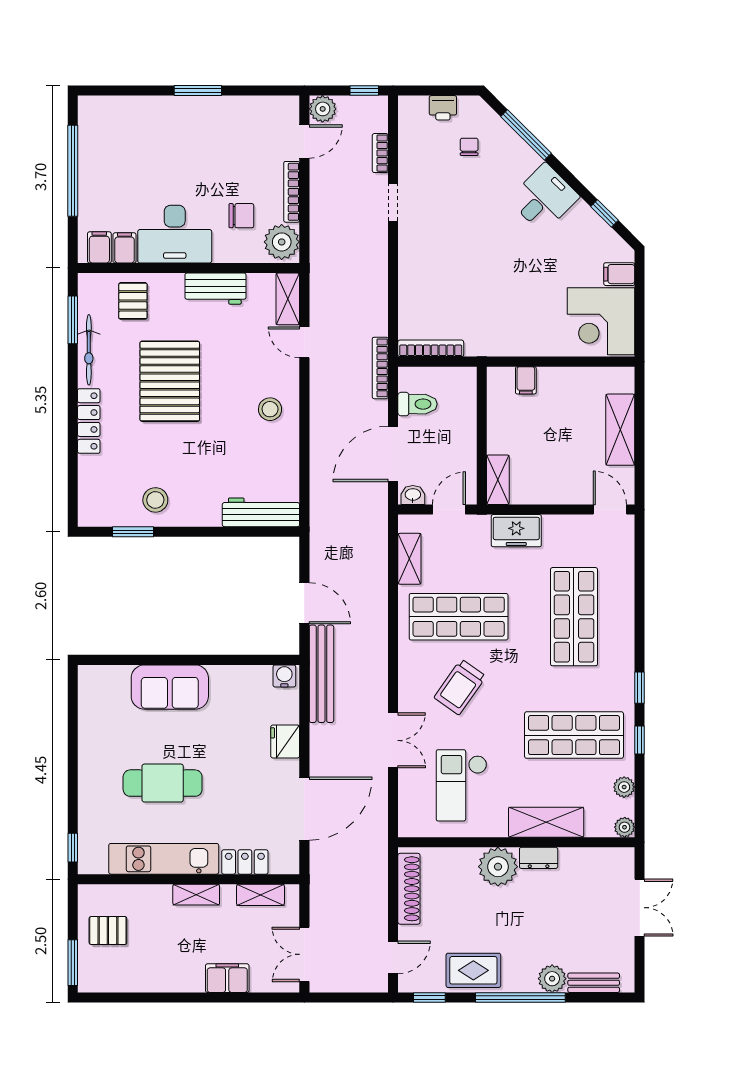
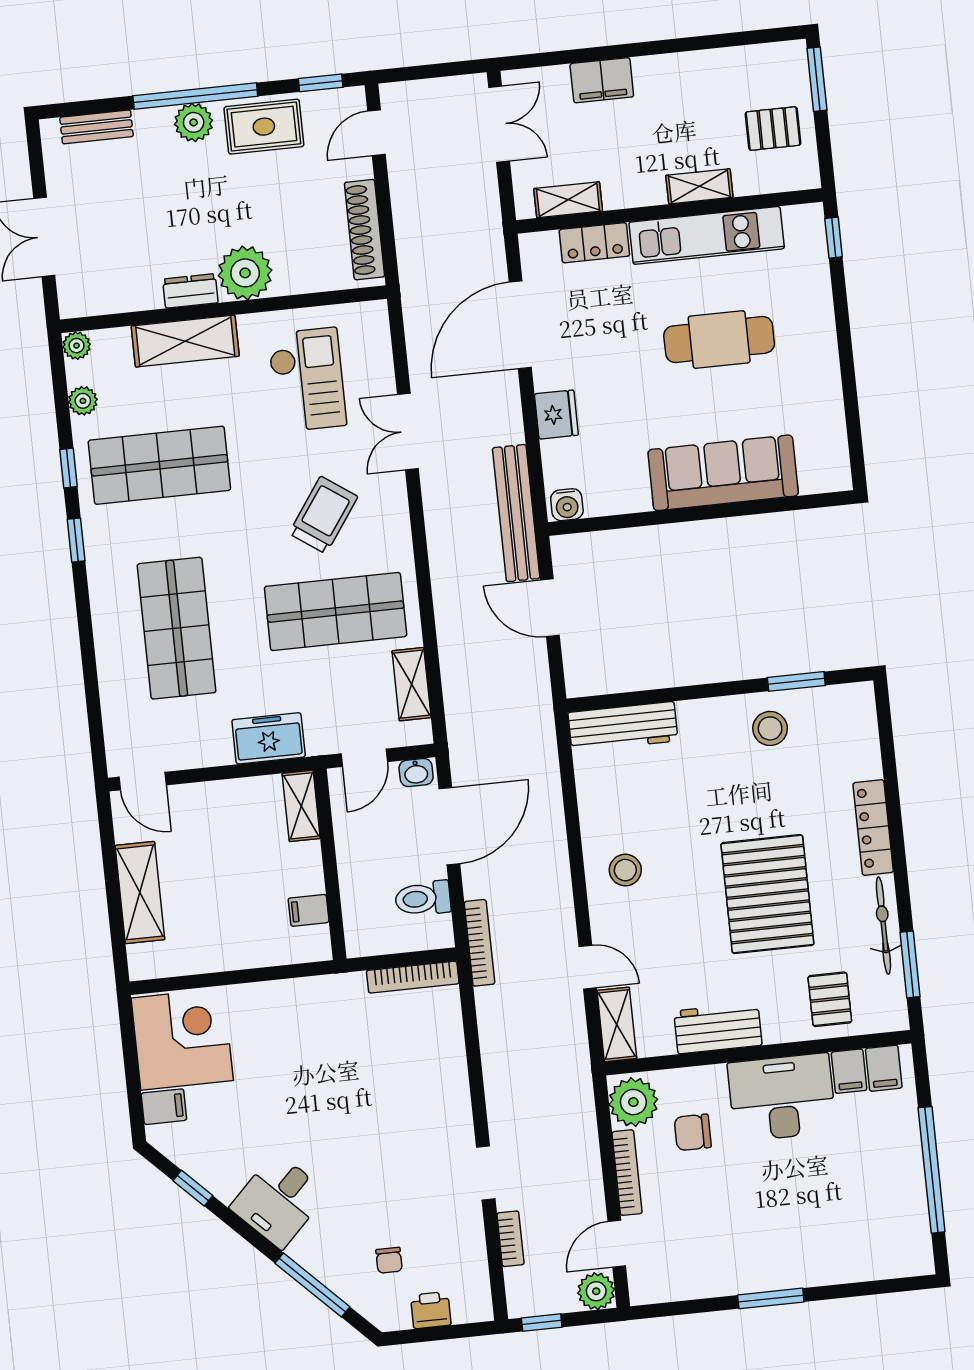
filing cabinet: (526, 380) -> (309, 910), moved, turned -90
sofa: (170, 687) -> (723, 473), width x1.36
shelving: (196, 895) -> (699, 186), moved
plant: (552, 979) -> (194, 122), moved

